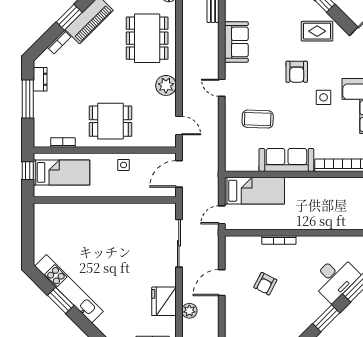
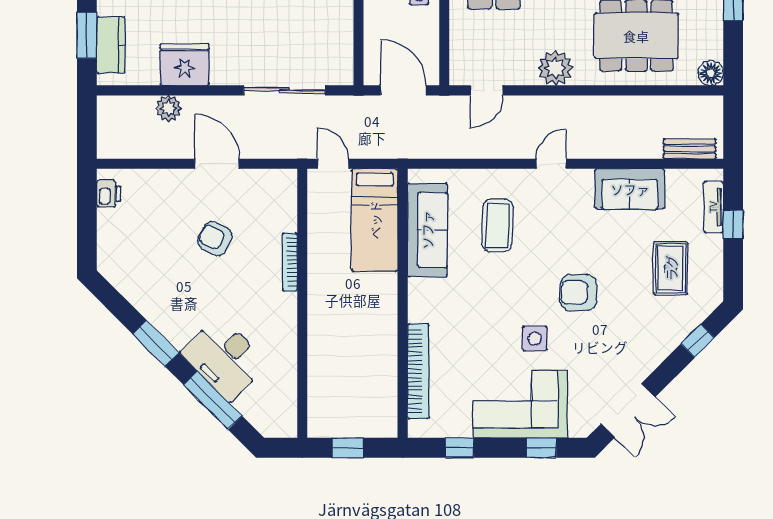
rug: (317, 31) -> (671, 268), moved
sofa: (286, 160) -> (427, 230), moved

